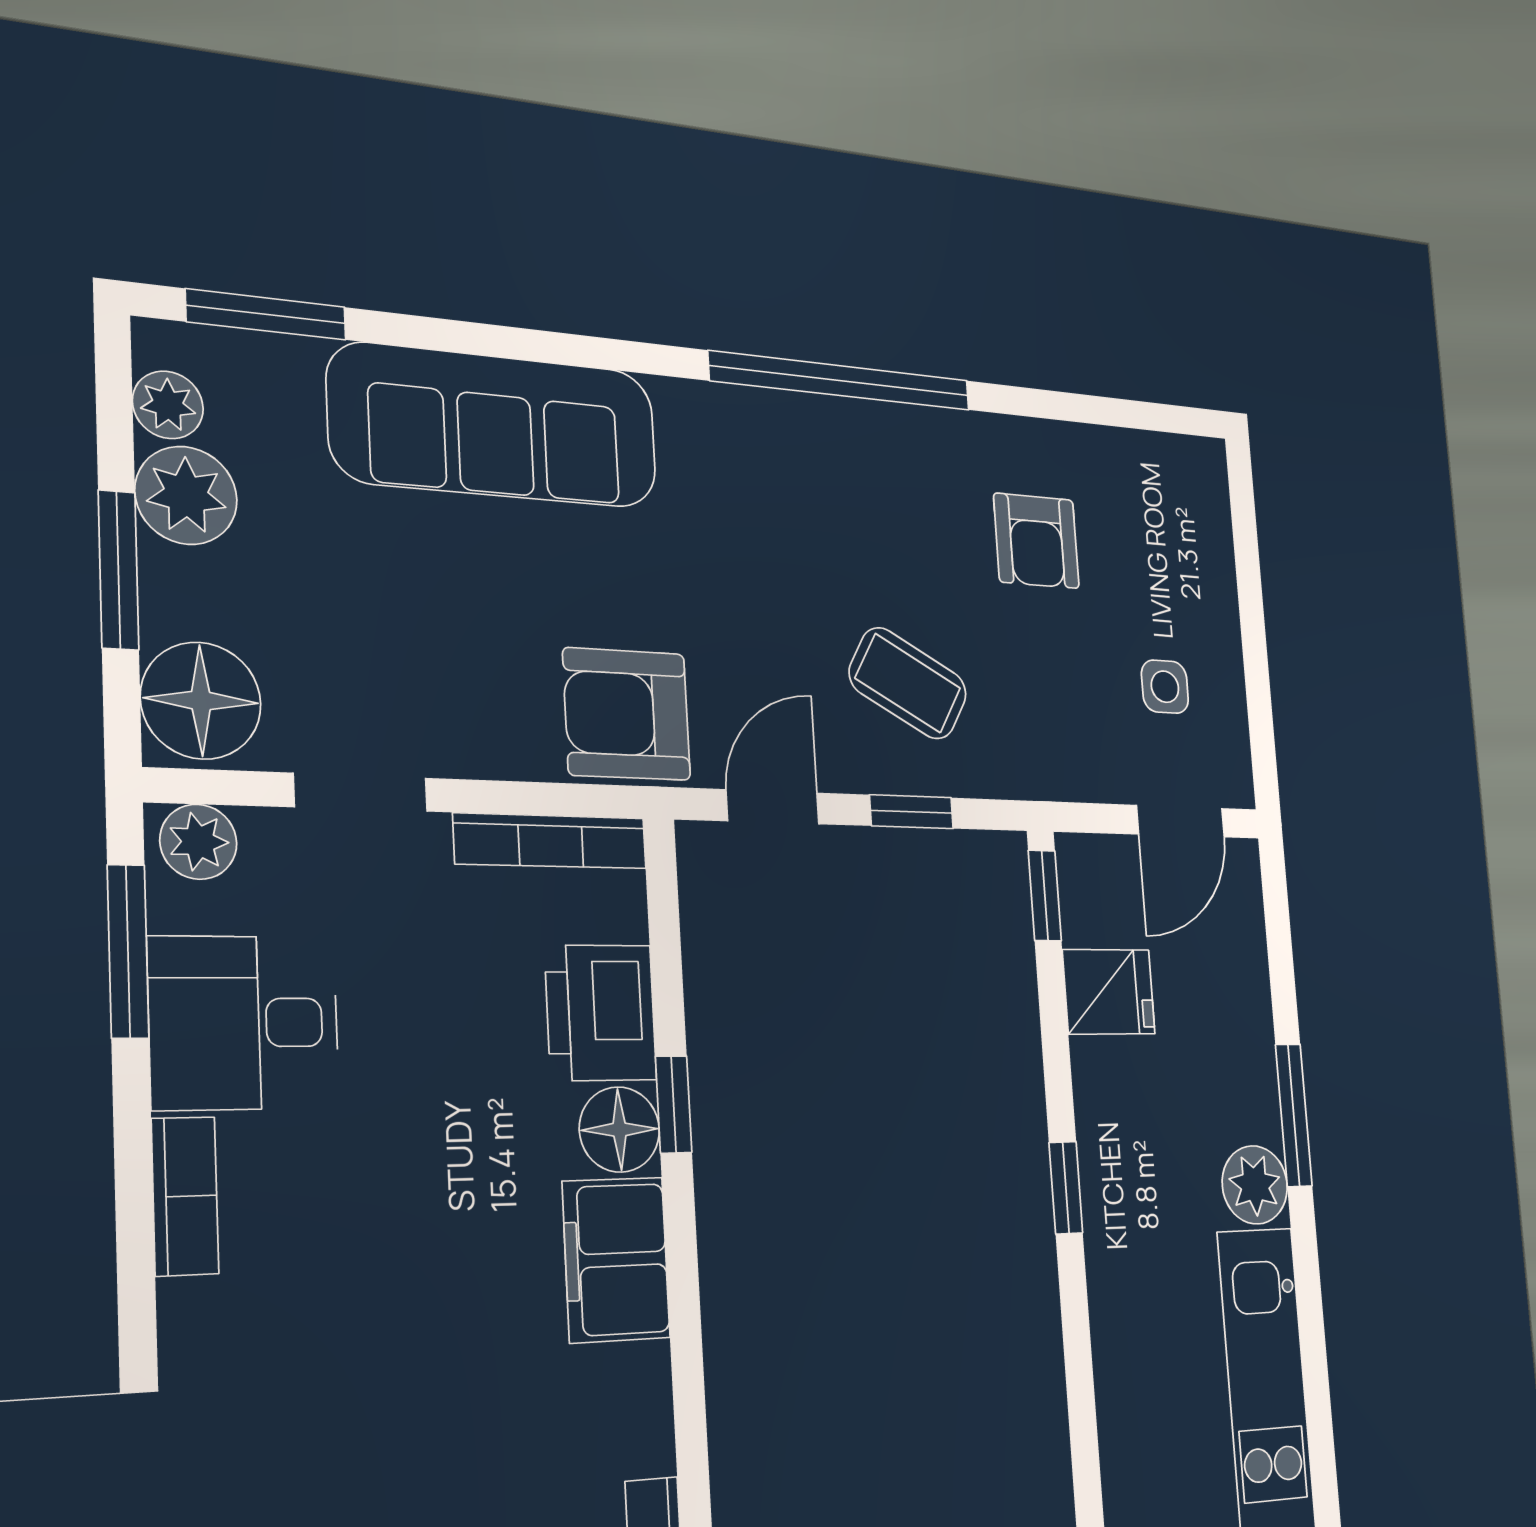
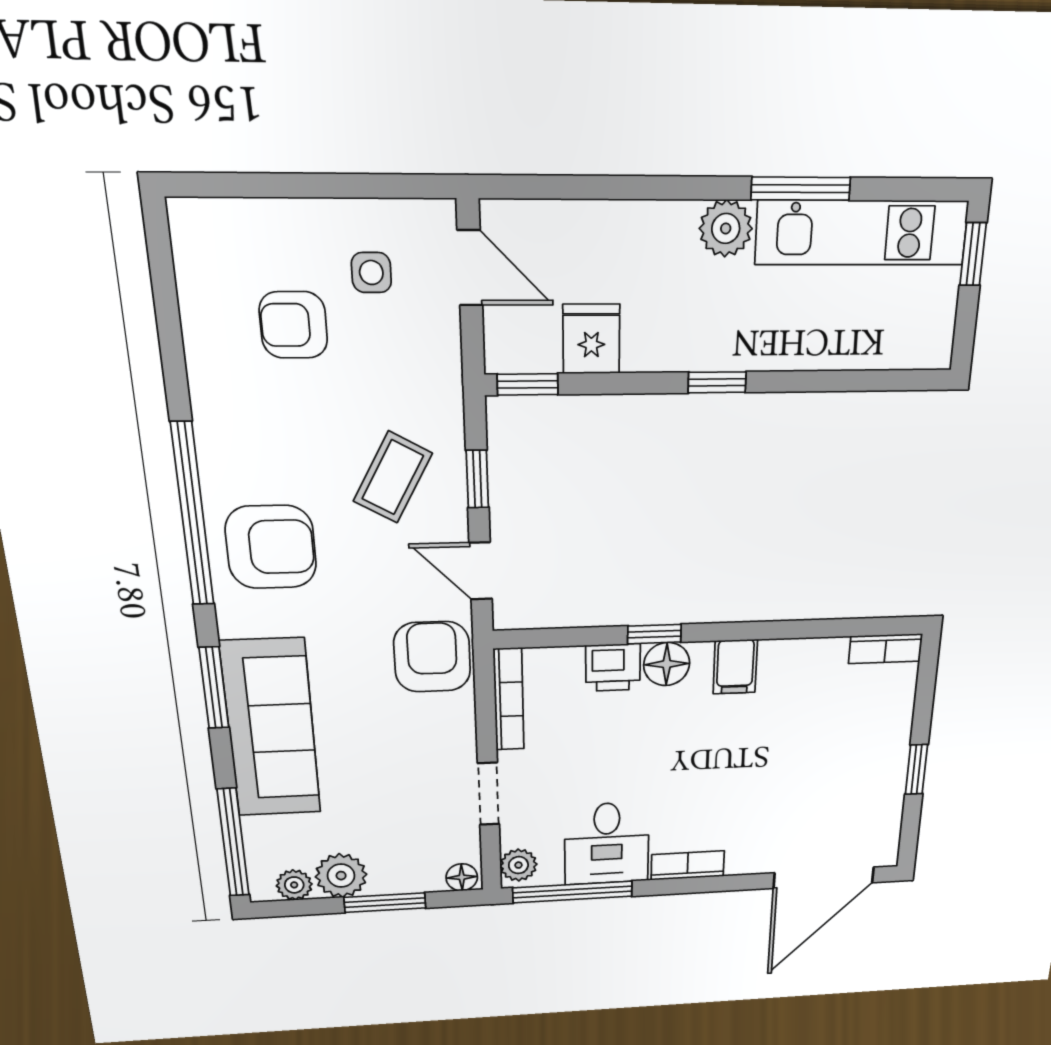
window: (266, 314) -> (233, 843), width x1.44
window: (568, 349) -> (214, 688), added
armchair: (799, 485) -> (271, 547), added
armchair: (1036, 541) -> (293, 325), moved, turned 180
floor lamp: (201, 701) -> (462, 877), width x0.53, depth x0.53
armchair: (627, 714) -> (432, 657), turned 180
window: (128, 951) -> (573, 892), width x1.44
printer: (601, 1013) -> (613, 667), width x0.73, depth x0.81
window: (1294, 1115) -> (801, 189), moved
filing cabinet: (616, 1260) -> (735, 667), width x0.50

